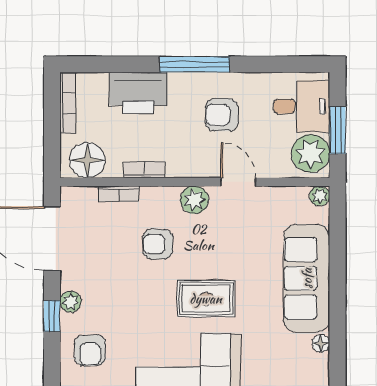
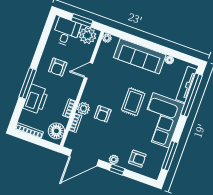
window: (195, 64) -> (28, 83), moved
plant: (194, 200) -> (83, 108), moved

